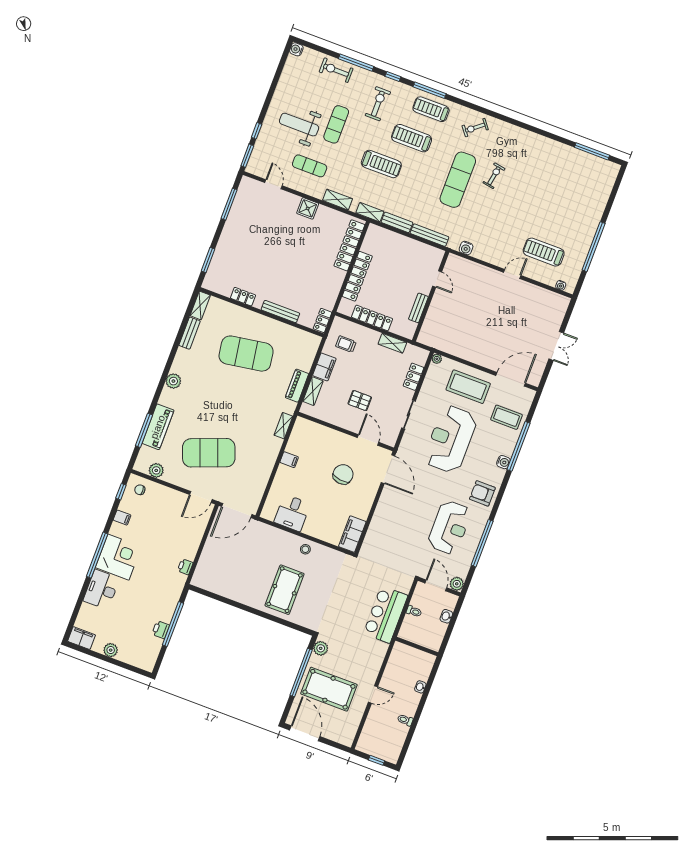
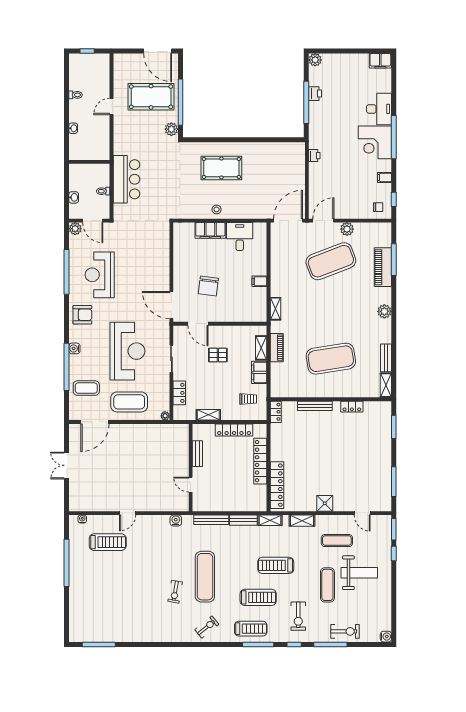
plant: (156, 470) -> (347, 229), moved
filing cabinet: (352, 534) -> (210, 230), moved, turned 90
pool table: (285, 590) -> (221, 168), turned 90
plant: (111, 650) -> (315, 60), moved

